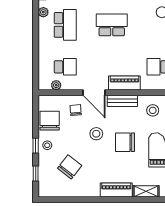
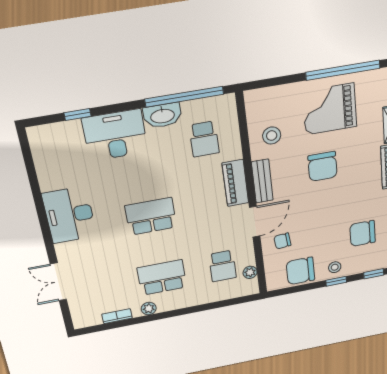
school desk: (112, 25) -> (151, 216), turned 90
school desk: (65, 67) -> (222, 266), turned 180
stool: (96, 134) -> (313, 208), removed
chair: (70, 167) -> (363, 233), turned -38

